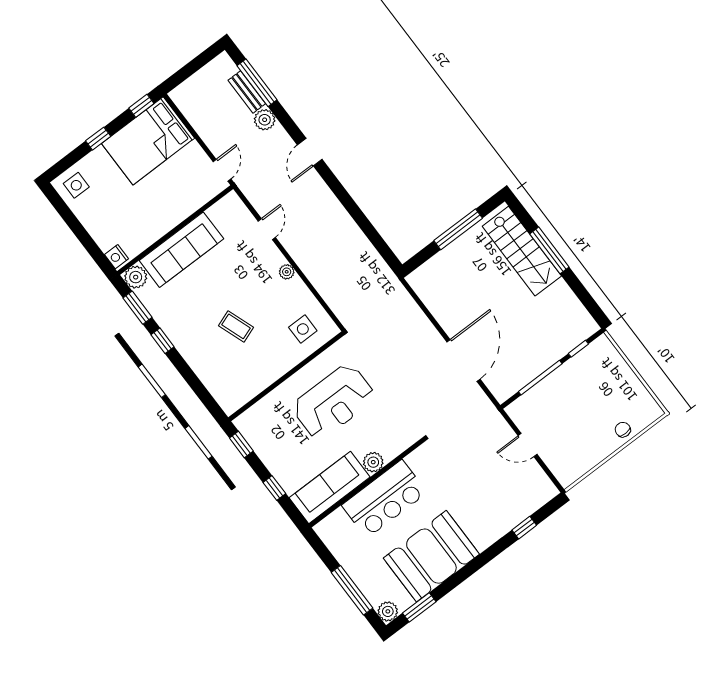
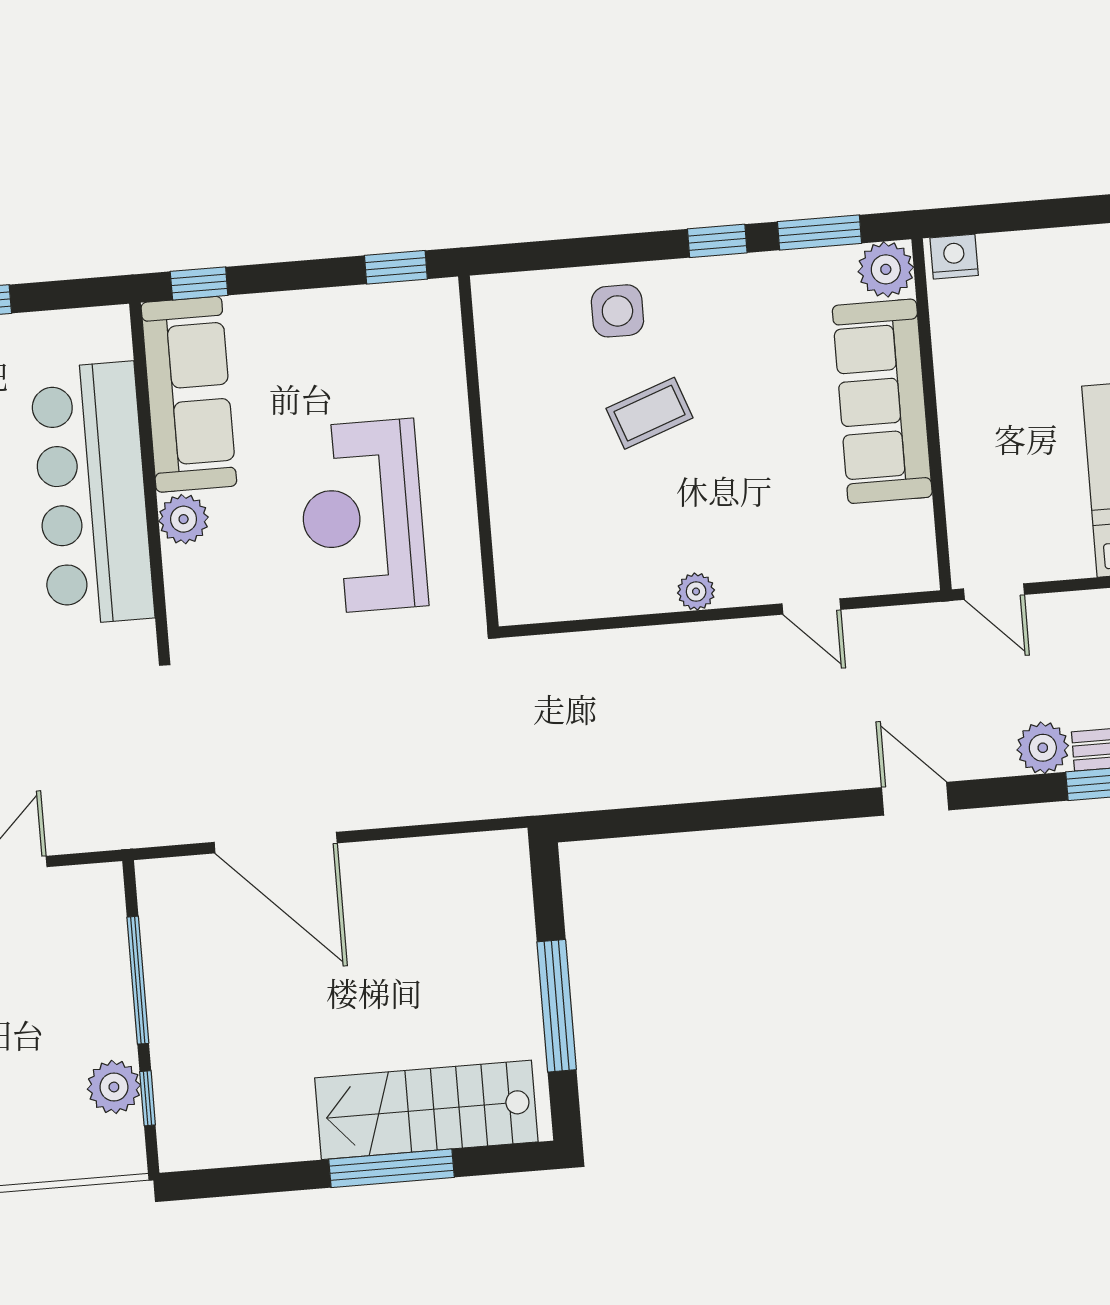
side table: (303, 329) -> (617, 311), moved
plant: (582, 363) -> (114, 1087), added
window: (274, 488) -> (199, 283), moved
bar counter: (384, 499) -> (92, 493), width x1.36

